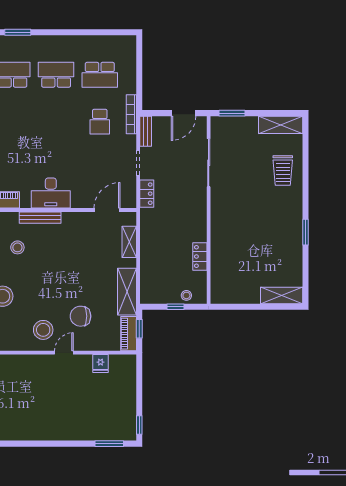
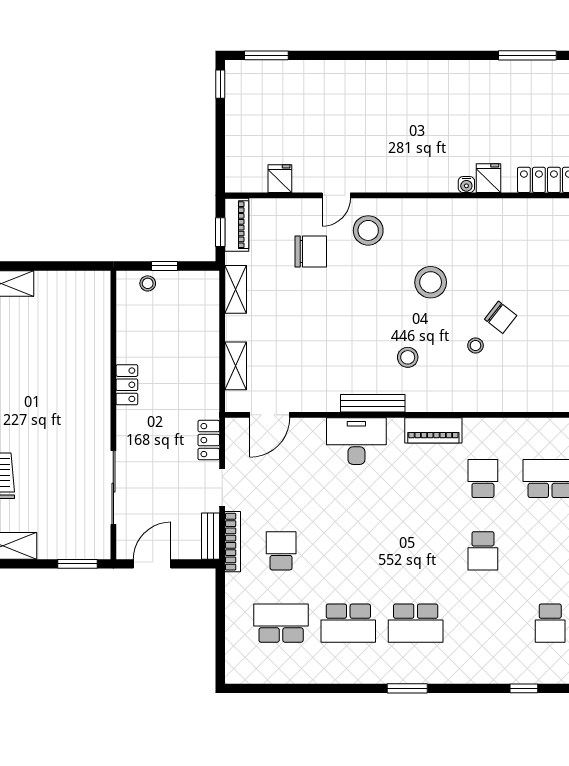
bookcase: (131, 114) -> (233, 542), moved
locker: (200, 256) -> (127, 385), moved
shelving: (127, 292) -> (236, 289), width x0.67, depth x0.75

